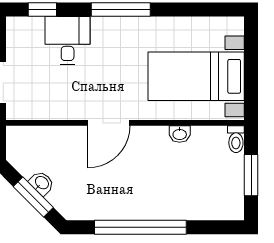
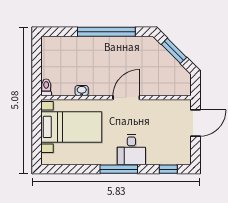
desk: (68, 40) -> (131, 150), moved
window: (251, 175) -> (37, 65), removed
washbasin: (42, 183) -> (169, 60), removed

